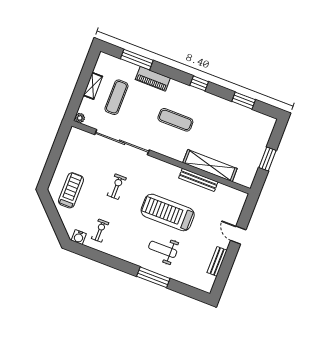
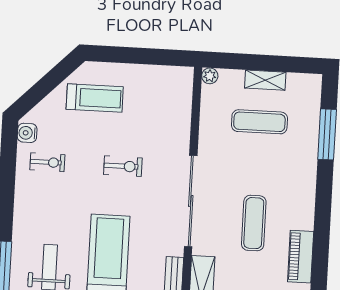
piano: (153, 79) -> (301, 257), moved
window: (199, 83) -> (321, 242), removed
sliding door: (122, 142) -> (191, 201), moved

